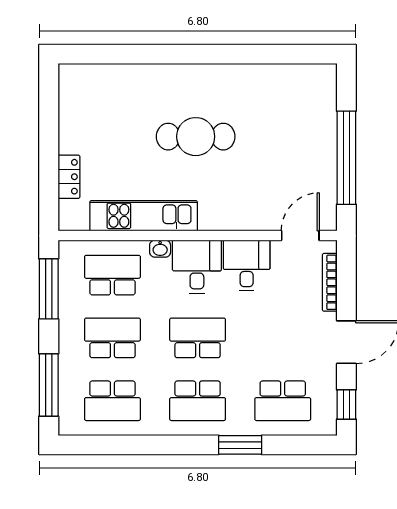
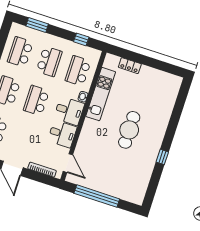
window: (228, 54) -> (162, 157), added
school desk: (112, 275) -> (78, 71), turned 180
window: (49, 289) -> (81, 39), width x0.46
school desk: (198, 338) -> (36, 101), turned 180
window: (49, 385) -> (37, 25), width x0.69

